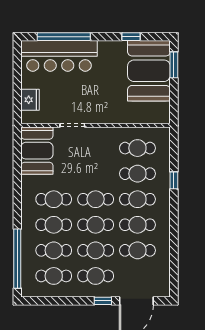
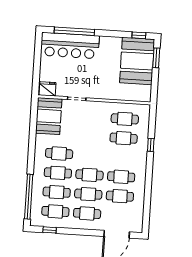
window: (131, 37) -> (139, 35), moved
fridge: (30, 100) -> (48, 89), moved, turned -90
cafe table: (96, 199) -> (91, 156), removed
cafe table: (137, 199) -> (122, 157), removed
window: (103, 301) -> (50, 230), moved

